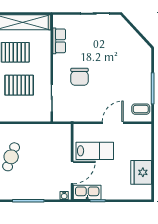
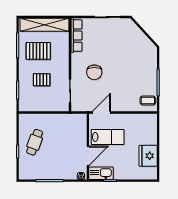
row of seats: (59, 41) -> (77, 36), width x1.48
pallet: (19, 85) -> (42, 80), width x0.67, depth x0.71
door: (113, 123) -> (101, 112), moved

